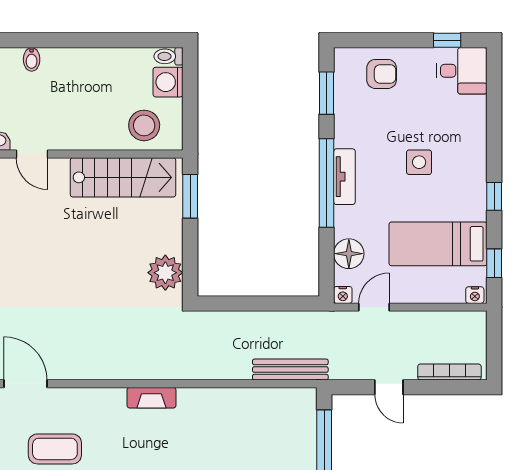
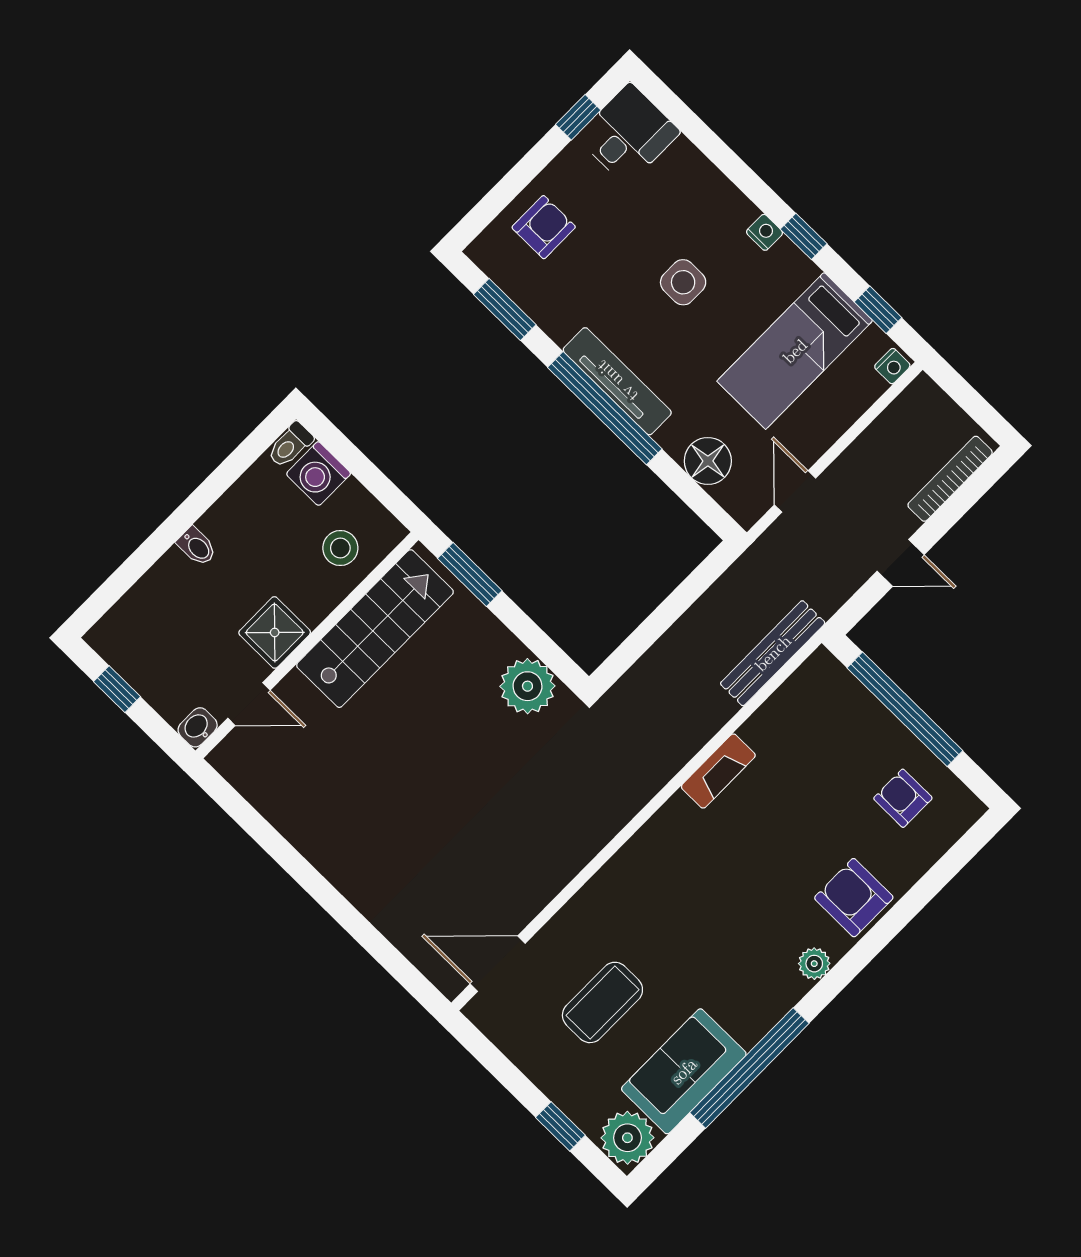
bidet: (32, 59) -> (197, 546), moved
stool: (144, 125) -> (340, 548), width x0.73, depth x0.73
shower: (76, 133) -> (275, 632), added
tv unit: (344, 177) -> (617, 381), width x1.41
nightstand: (343, 295) -> (765, 232), moved, turned -90
fireplace: (151, 398) -> (718, 771), moved

